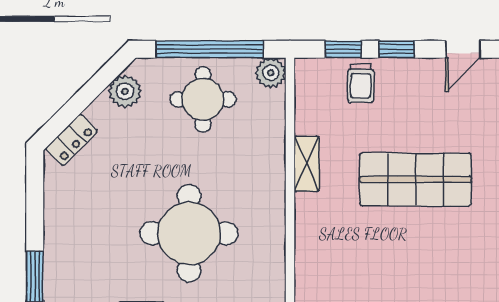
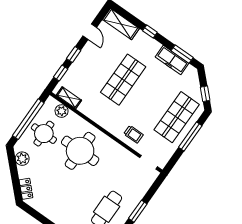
plant: (271, 73) -> (62, 111), moved
trolley: (361, 83) -> (133, 134), moved
shelving: (307, 164) -> (69, 98), moved
round table: (189, 233) -> (80, 151), moved

